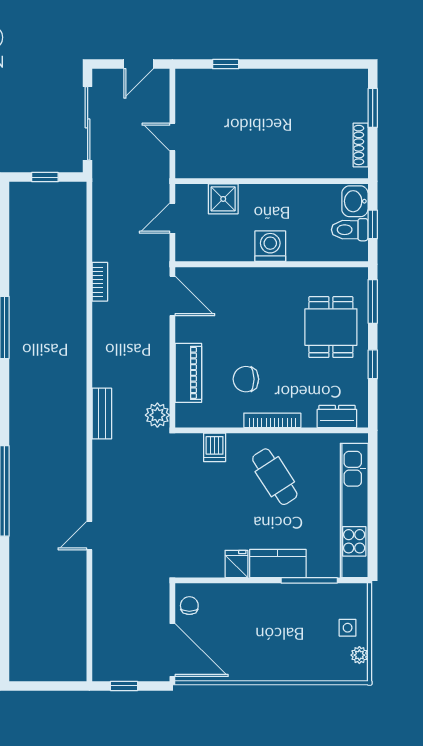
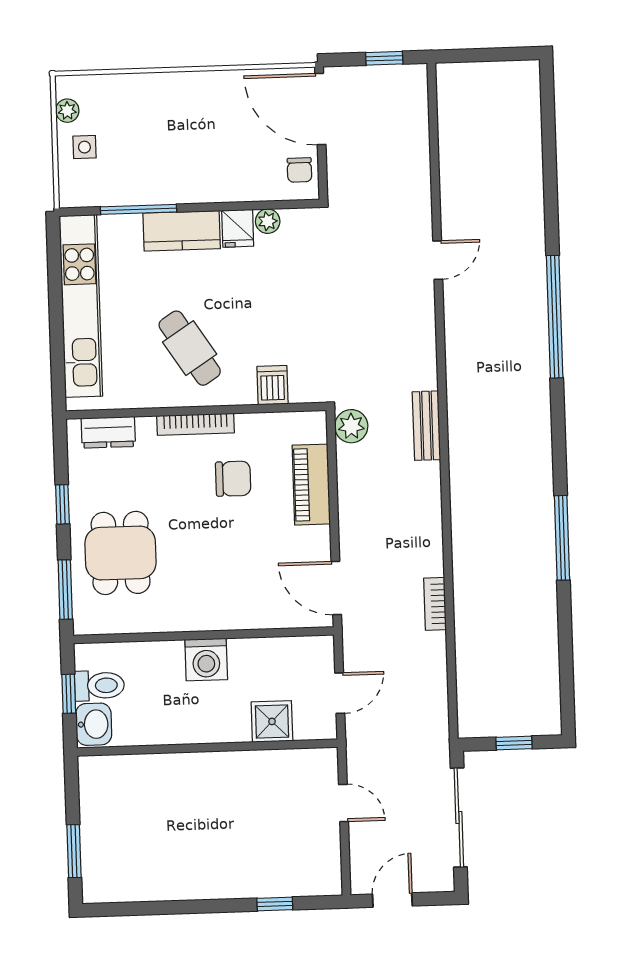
shoe rack: (361, 145) -> (89, 801), removed
plant: (214, 568) -> (268, 221), added

